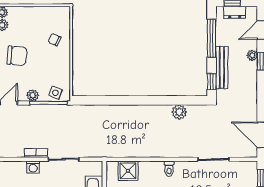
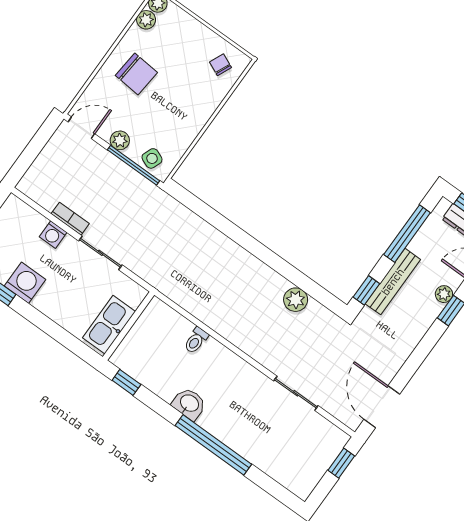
chair: (55, 40) -> (220, 65), moved
toilet: (169, 169) -> (196, 340), moved
shower: (128, 171) -> (174, 328), removed

